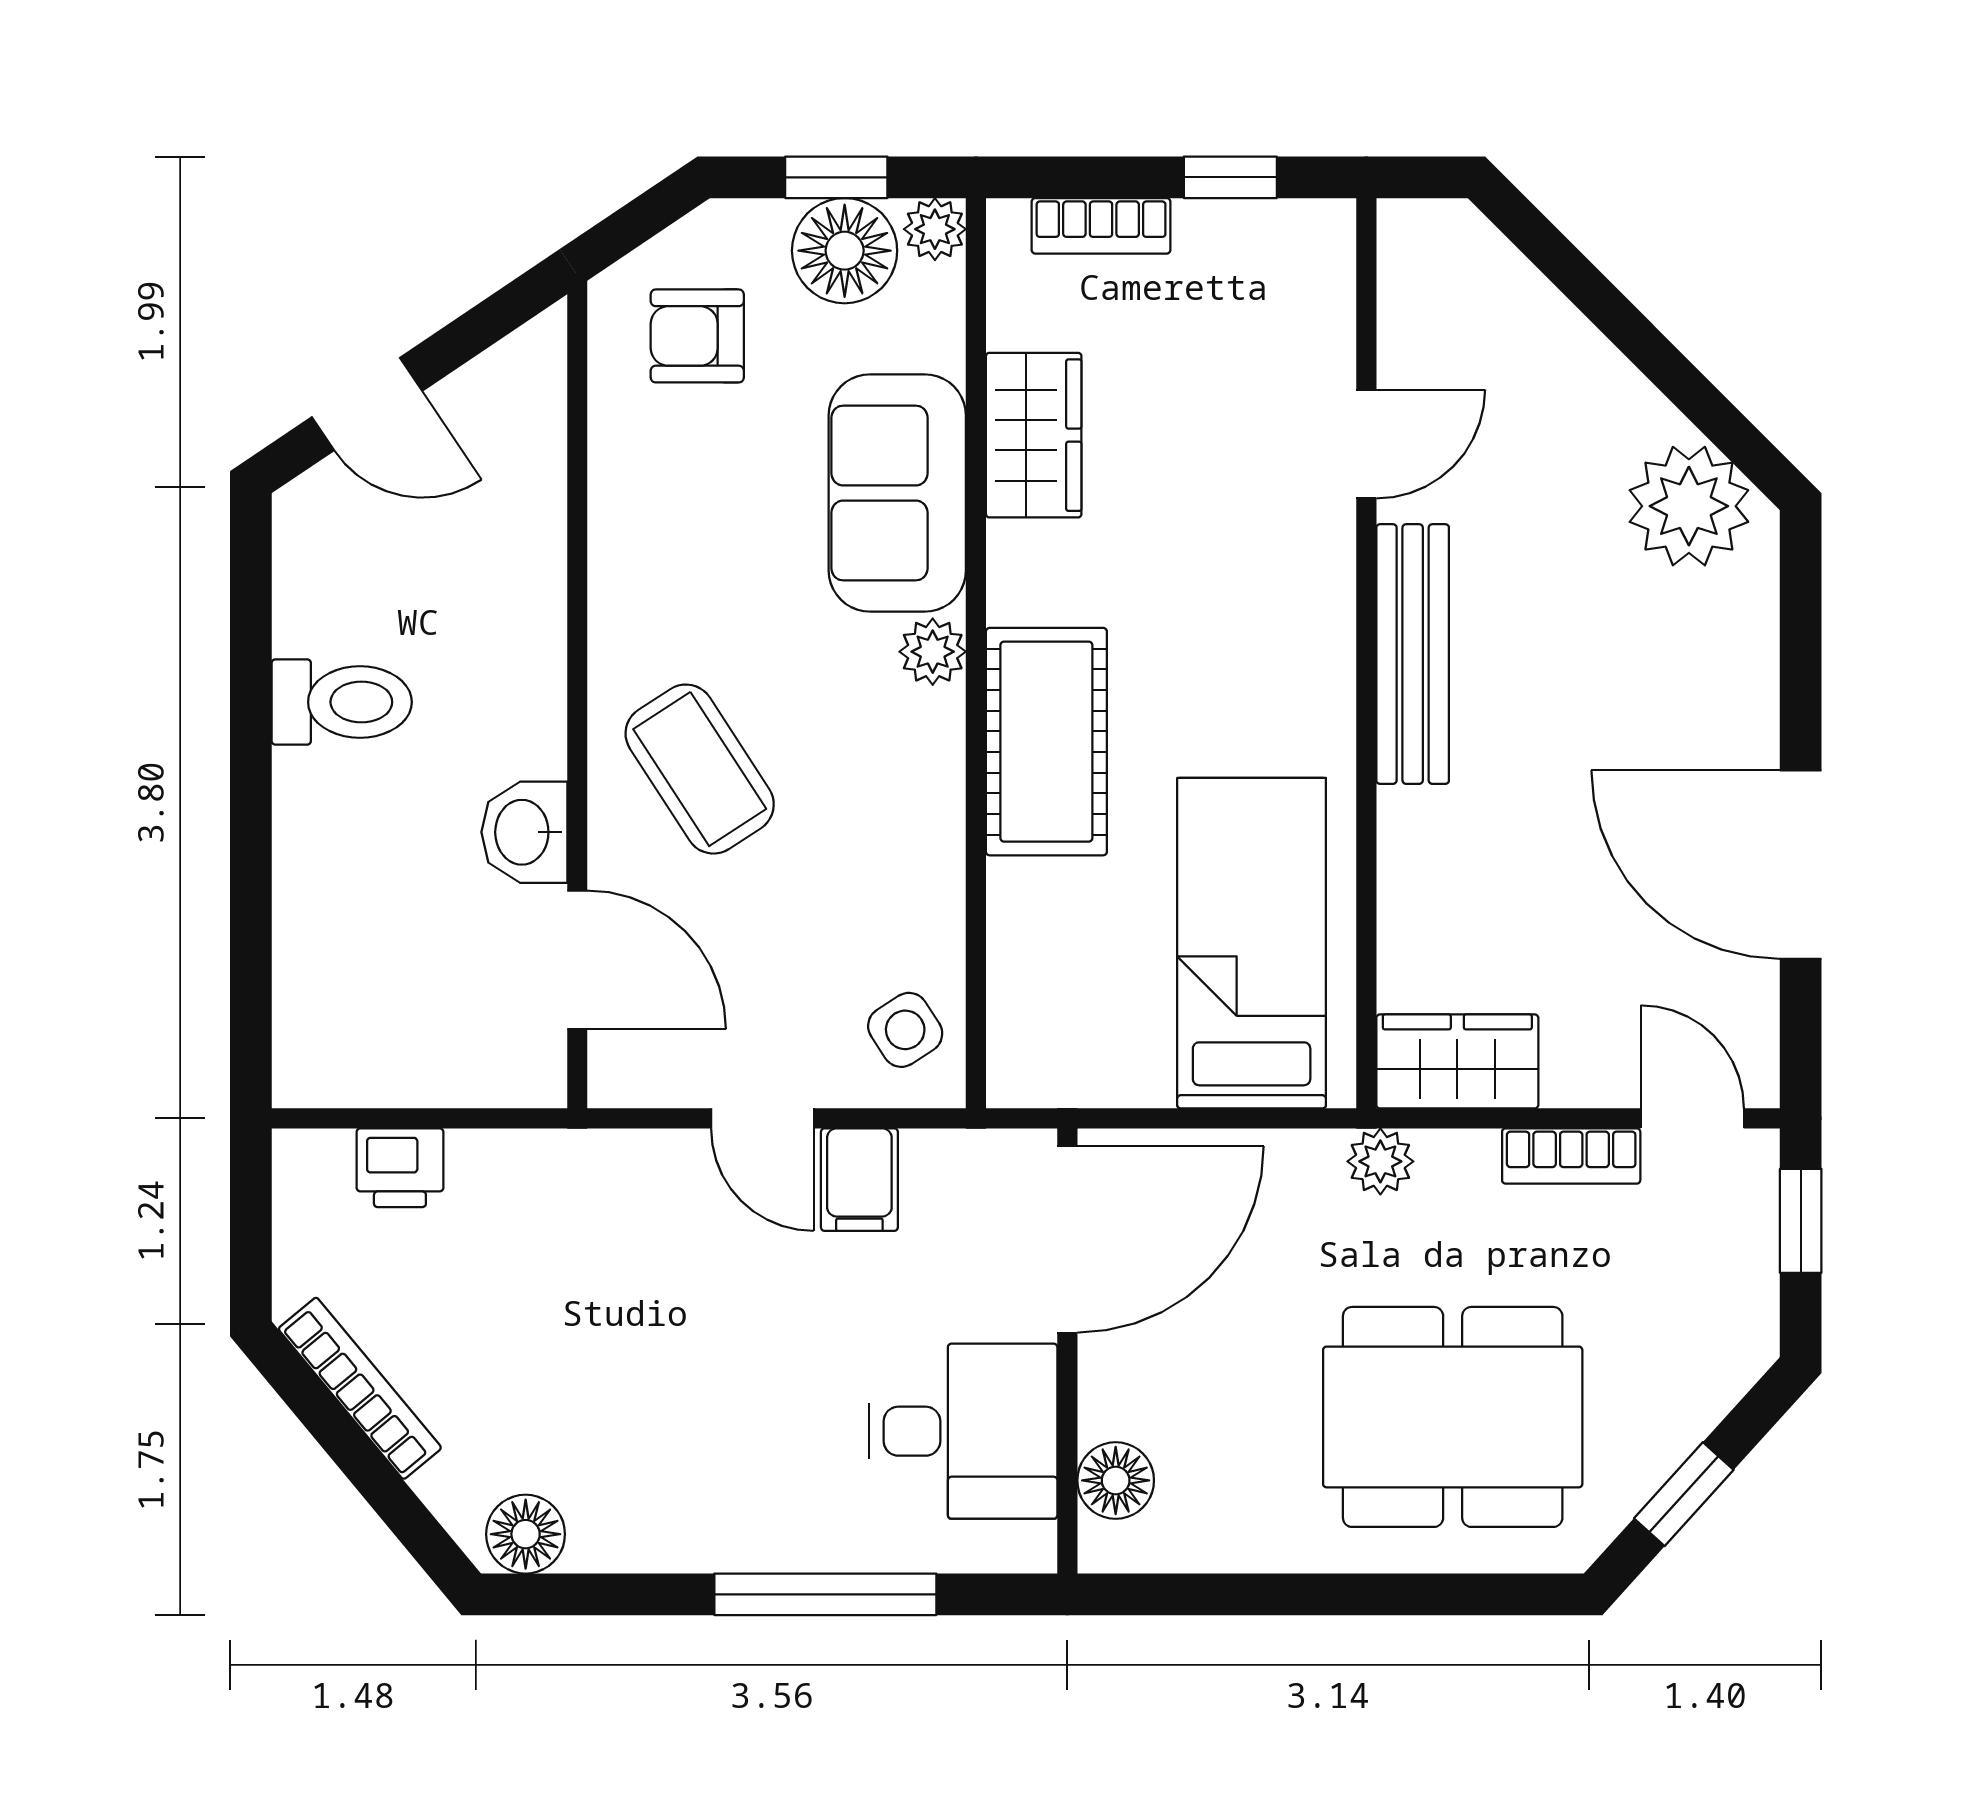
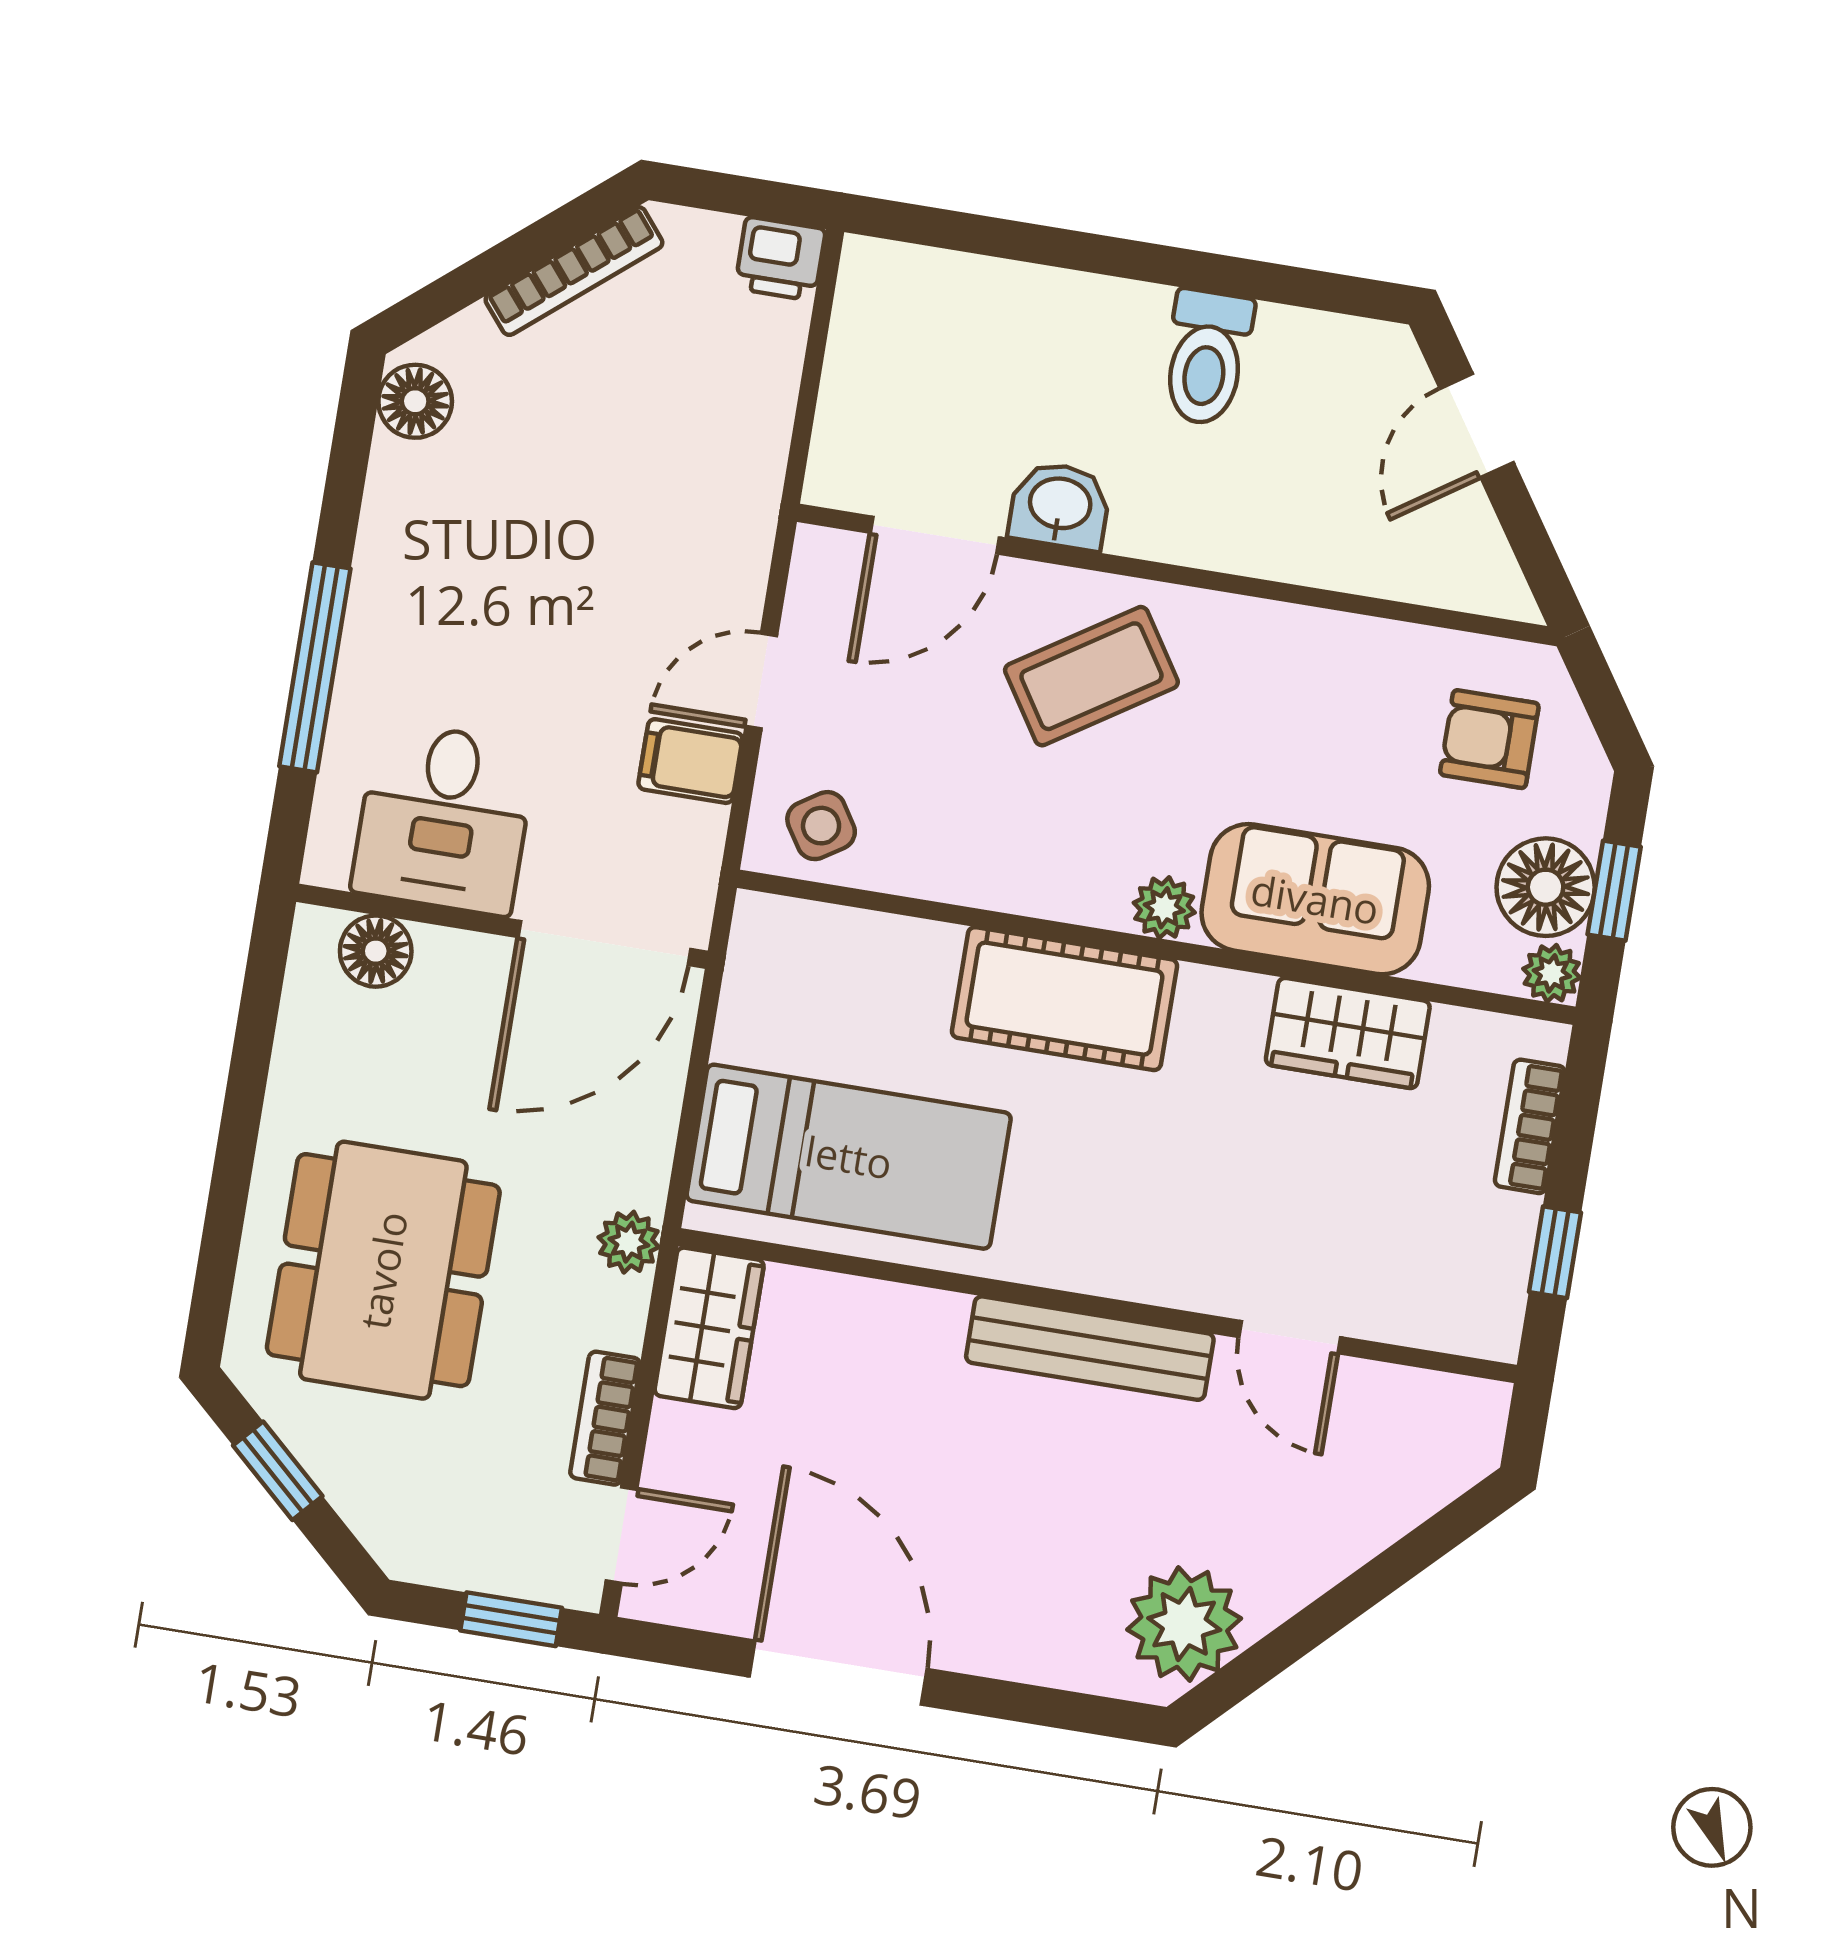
armchair: (697, 336) -> (1489, 739), turned -90
door: (1801, 865) -> (838, 1673), hinge flipped
printer: (400, 1168) -> (780, 259), moved, turned -90
door: (1067, 1239) -> (604, 943), hinge flipped

